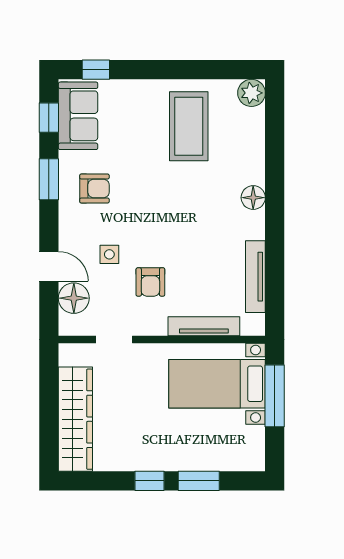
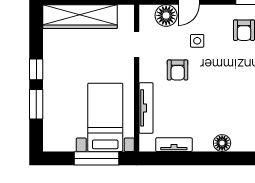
floor lamp: (253, 198) -> (222, 143), moved
tv unit: (255, 277) -> (174, 145), width x0.71
armchair: (150, 282) -> (178, 70), turned -90

